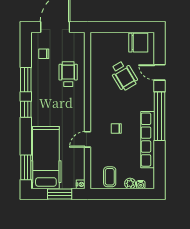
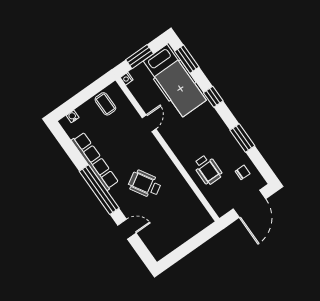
chair: (138, 43) -> (165, 242), removed
wheelchair: (124, 76) -> (145, 184), moved
window: (26, 109) -> (213, 97), moved
chair: (116, 128) -> (130, 151), removed
plant: (130, 183) -> (83, 111), removed

